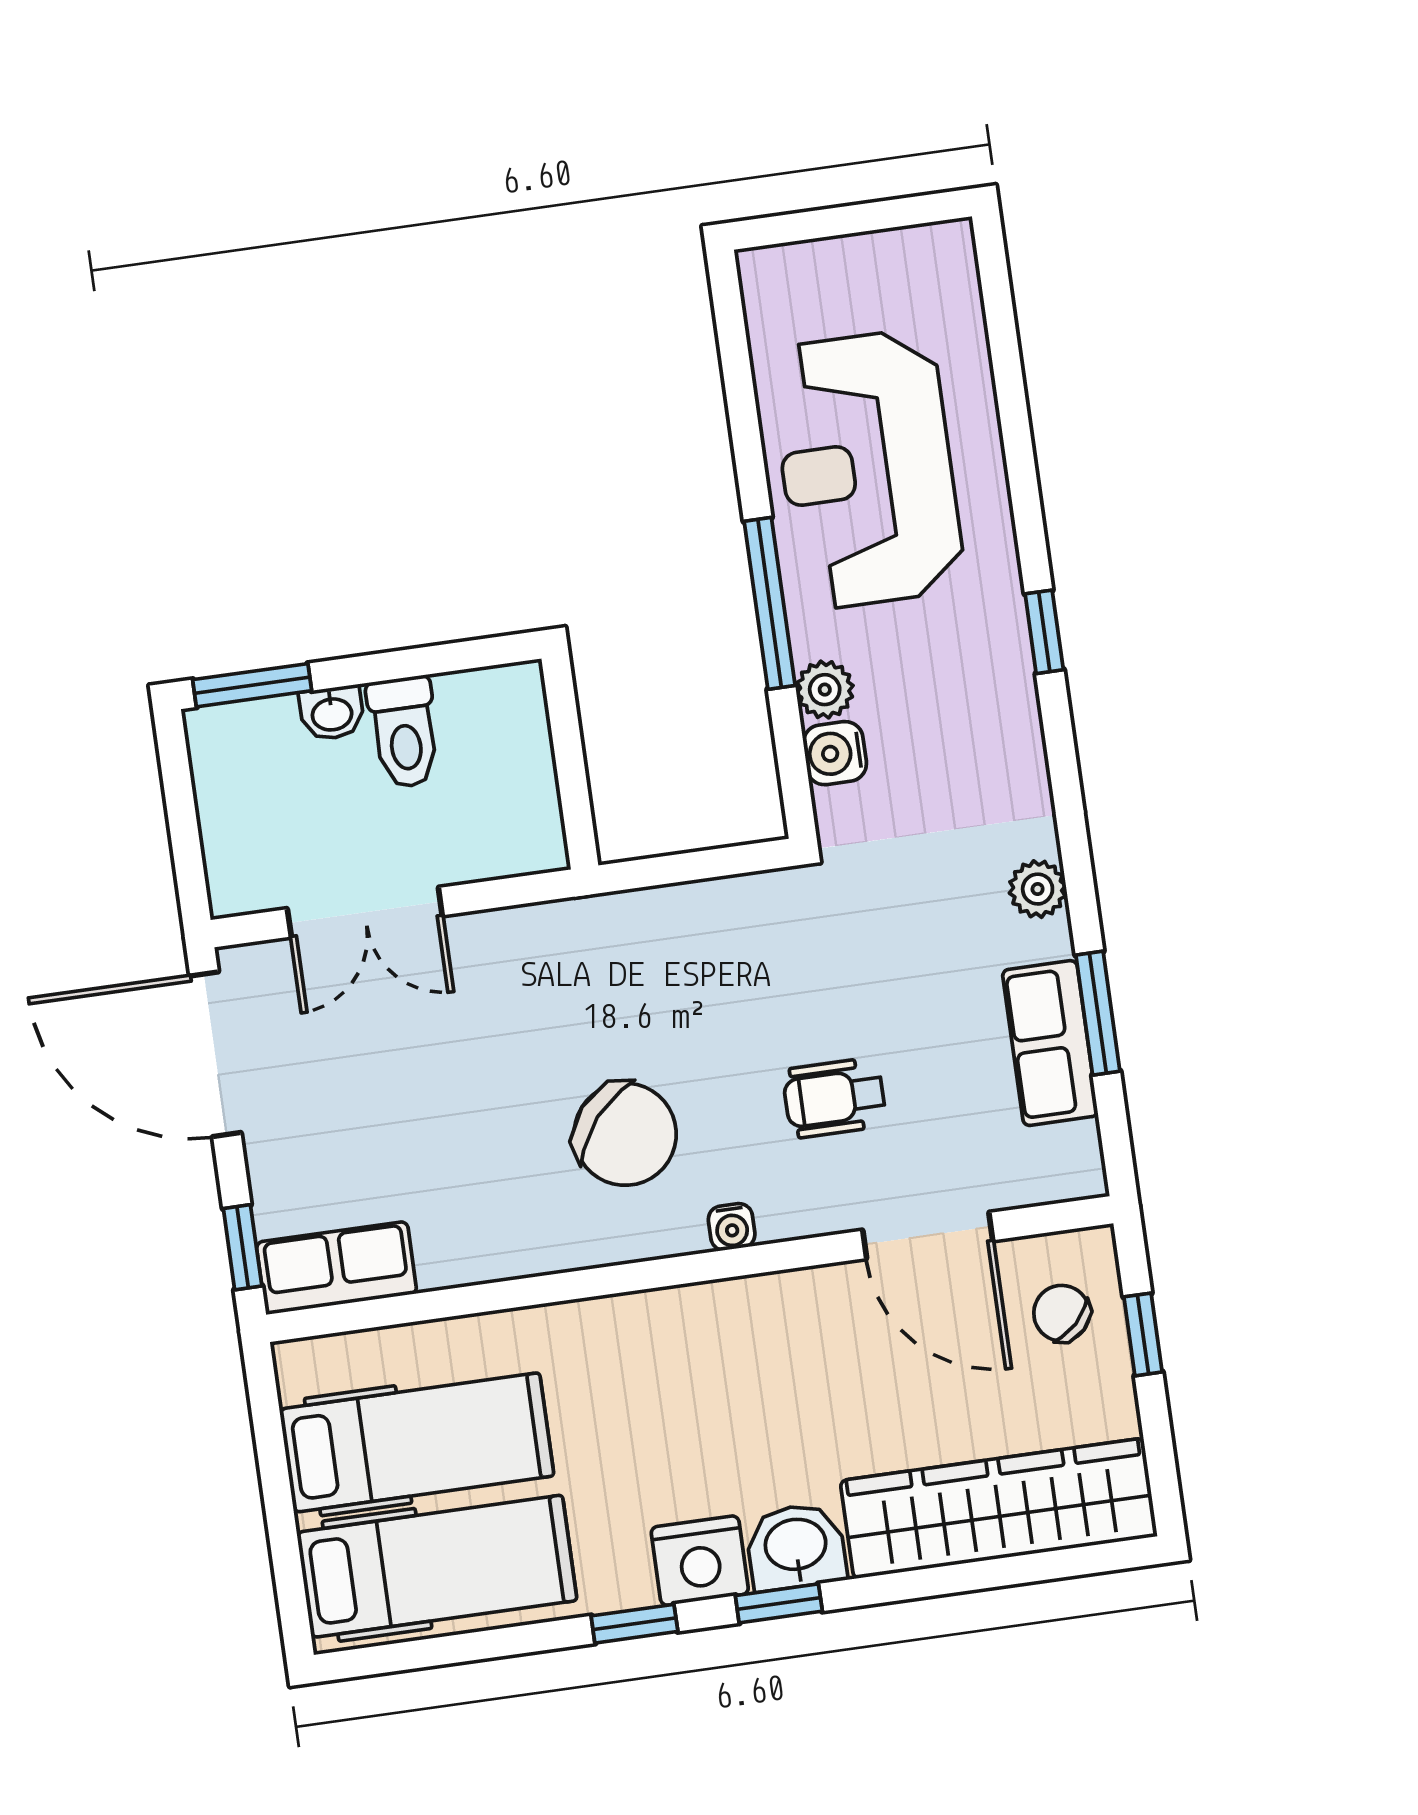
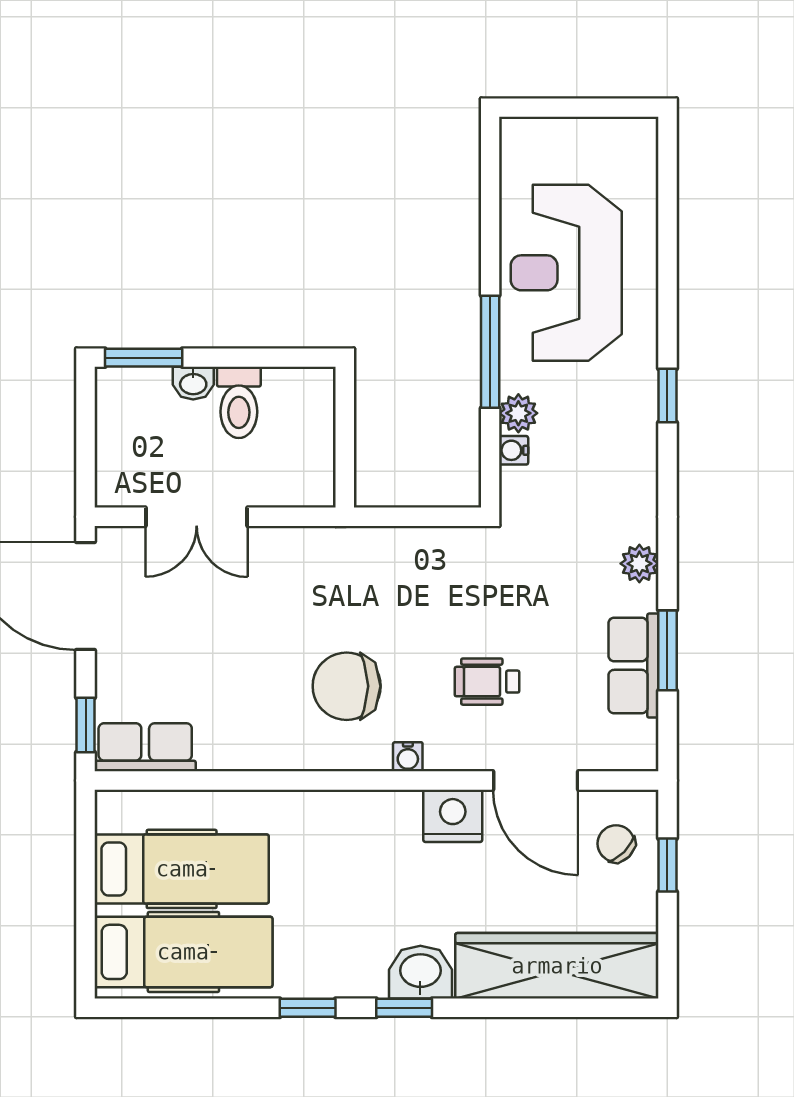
water cooler: (835, 753) -> (514, 450), width x0.72, depth x0.72
chair: (625, 1134) -> (347, 686), turned 140
nightstand: (700, 1561) -> (453, 816), moved, turned 180

